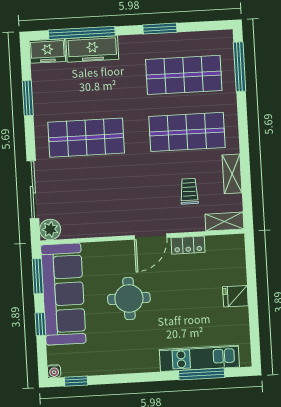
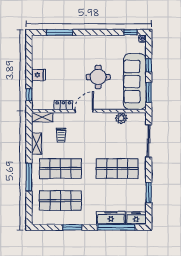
window: (240, 67) -> (29, 177), moved
plant: (50, 229) -> (121, 118), moved
window: (250, 260) -> (29, 95), added
kitchen unit: (199, 358) -> (61, 41), removed

